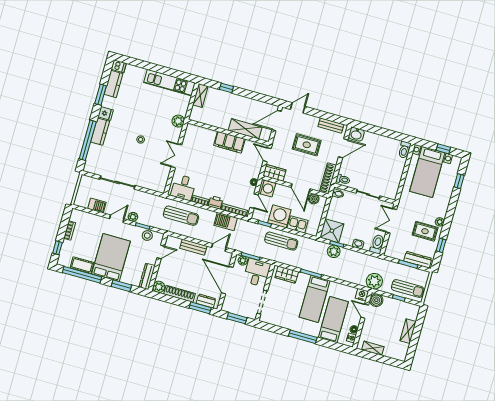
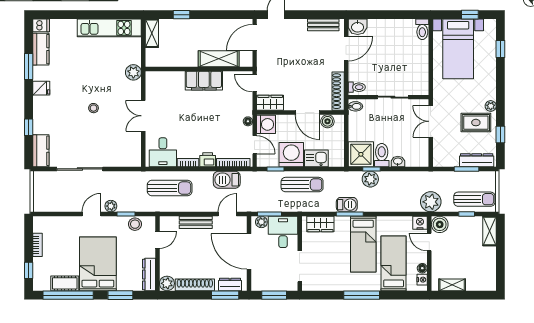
kitchen counter: (100, 132) -> (41, 151), moved
window: (88, 140) -> (29, 127), width x0.32
rug: (307, 145) -> (300, 57), removed
barbecue: (97, 206) -> (347, 205), moved
toilet: (377, 244) -> (382, 155), moved
shelving: (408, 331) -> (490, 231), moved

